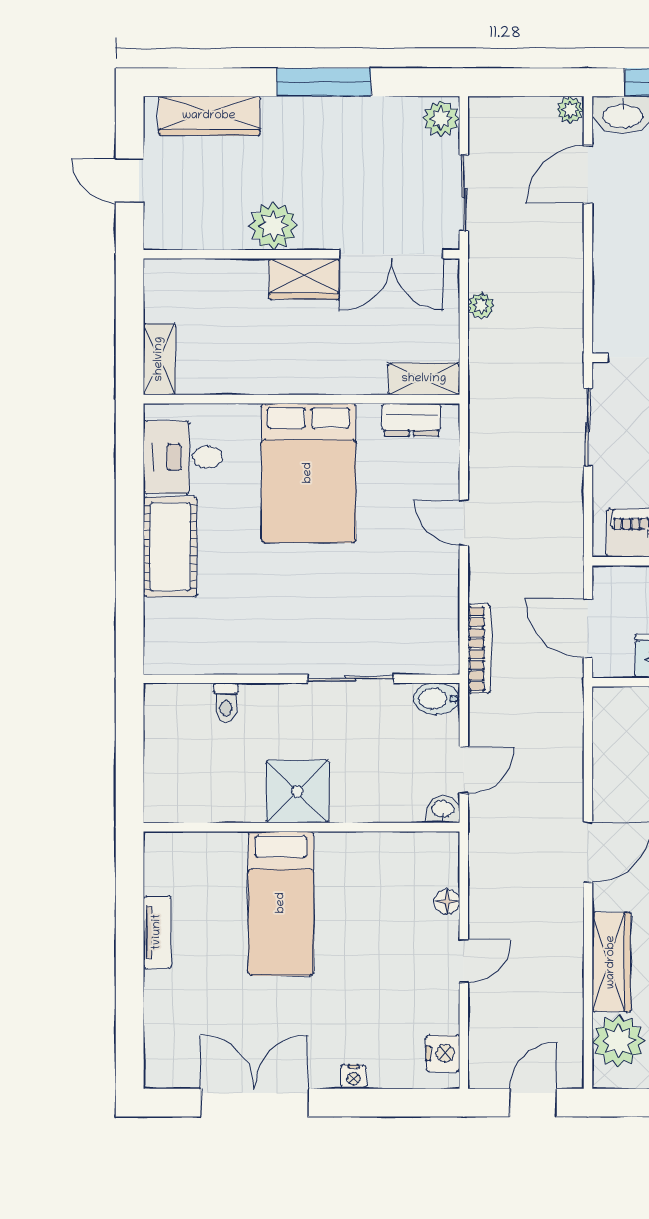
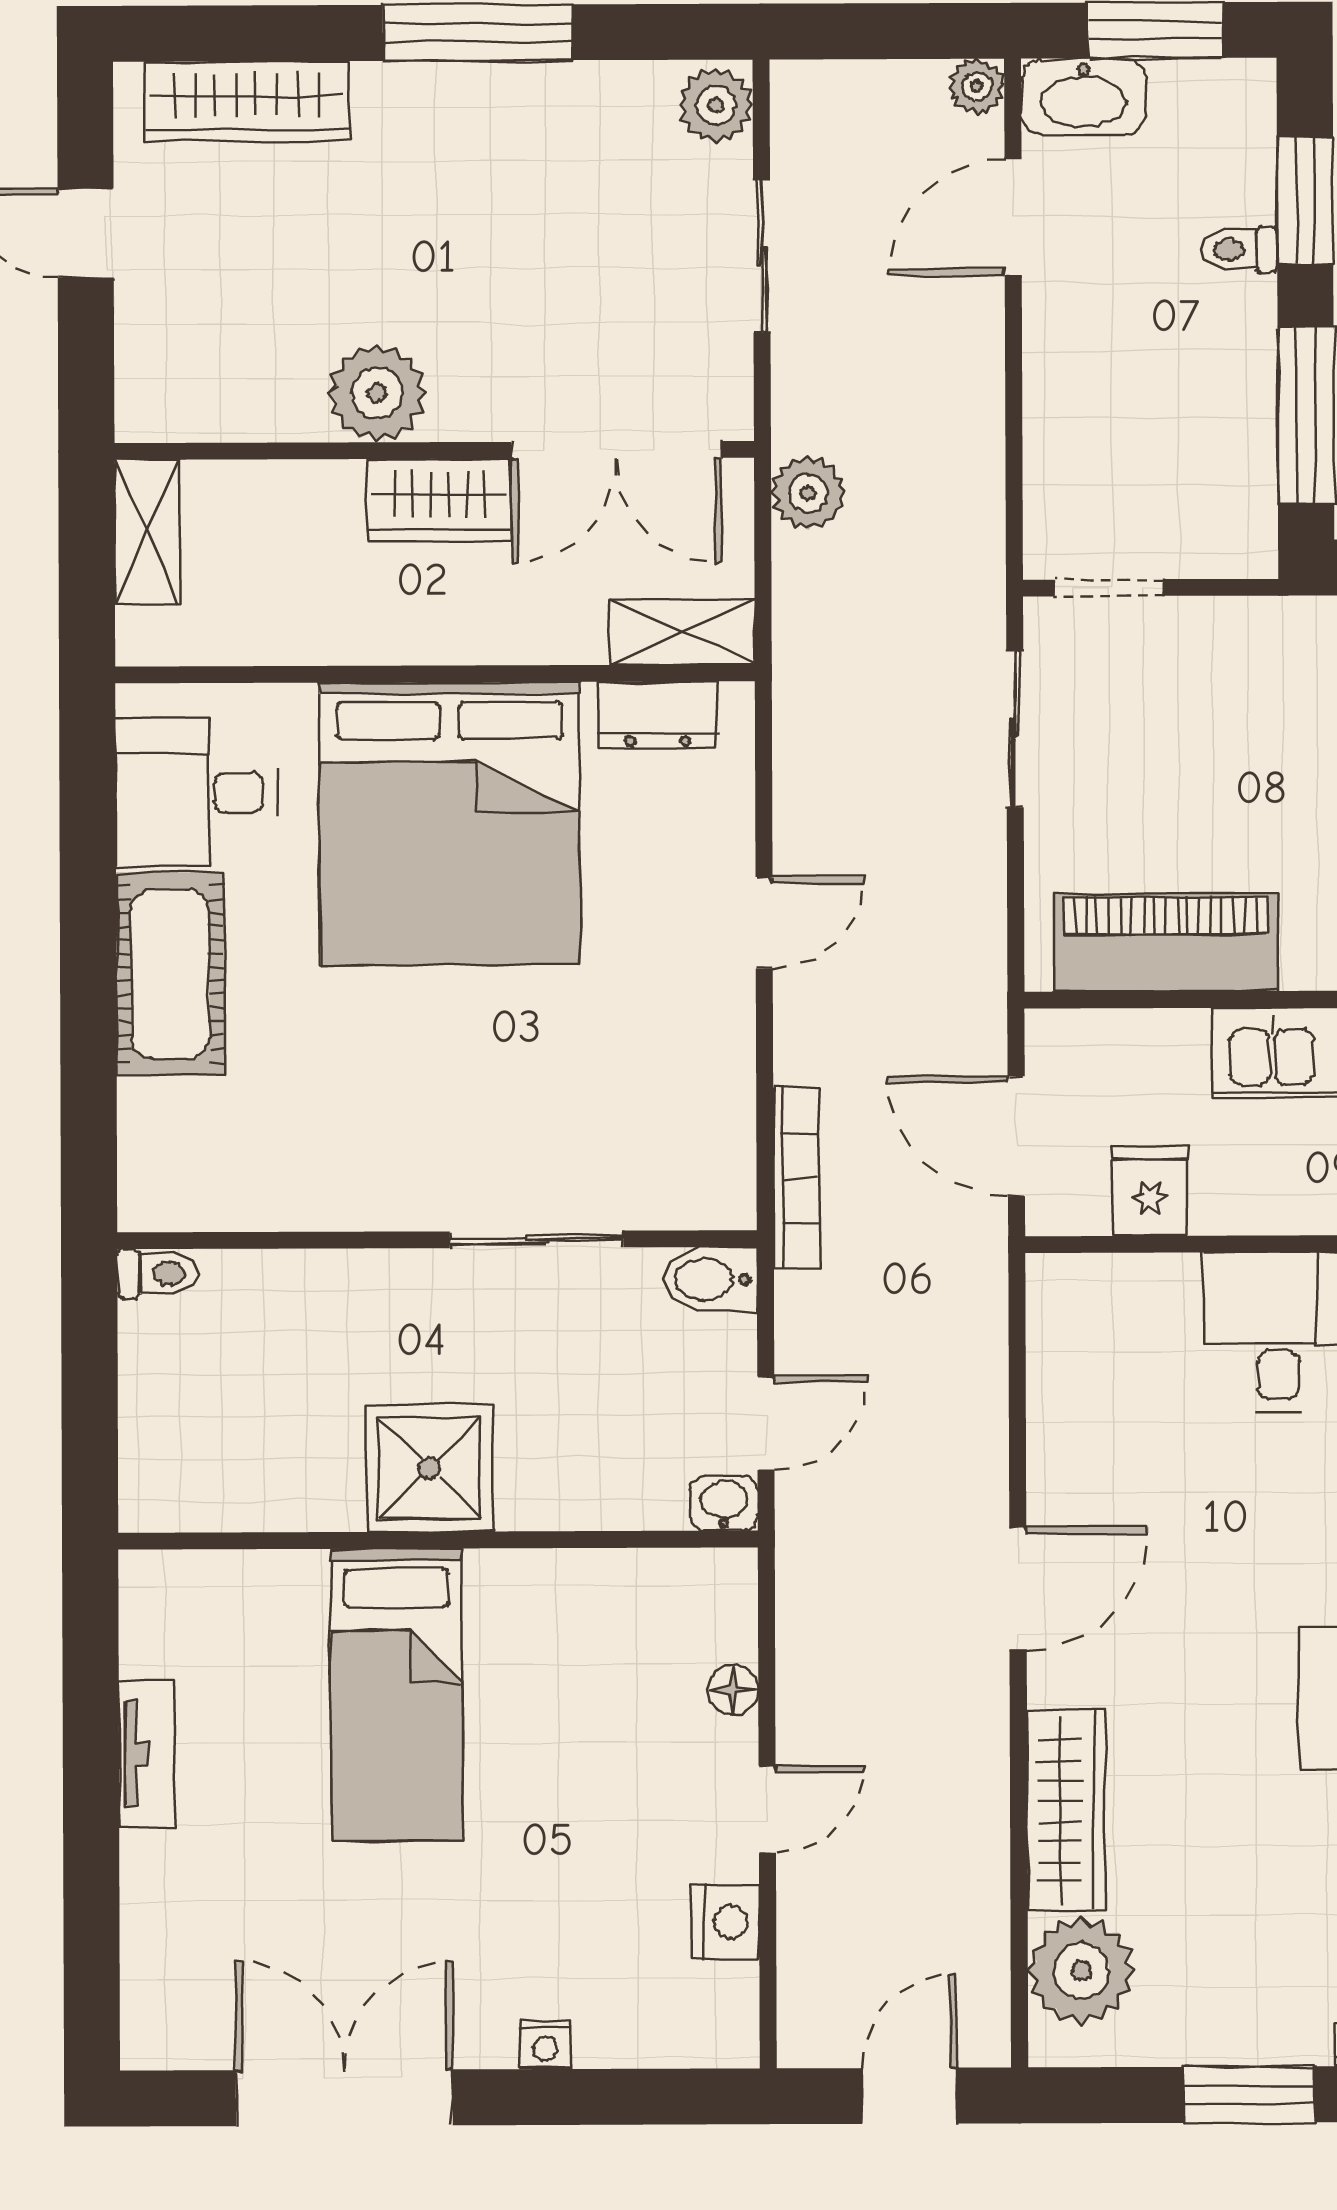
plant: (273, 226) -> (377, 393), moved
wall: (301, 254) -> (434, 450), moved
double door: (391, 254) -> (616, 450), moved
wardrobe: (304, 279) -> (439, 500), moved
plant: (481, 306) -> (808, 493), width x1.38, depth x1.38
shelving: (159, 359) -> (147, 532), moved
bed: (308, 473) -> (450, 823), width x1.36
door: (464, 523) -> (764, 923), swing flipped
toilet: (226, 703) -> (157, 1274), moved, turned -90
nightstand: (443, 1053) -> (725, 1922), moved

